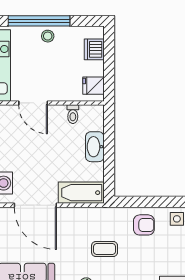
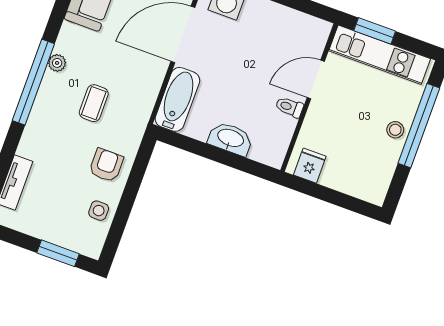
dishwasher: (94, 49) -> (356, 184), removed
toilet: (73, 114) -> (289, 107), moved
armchair: (144, 225) -> (106, 165), turned 180

